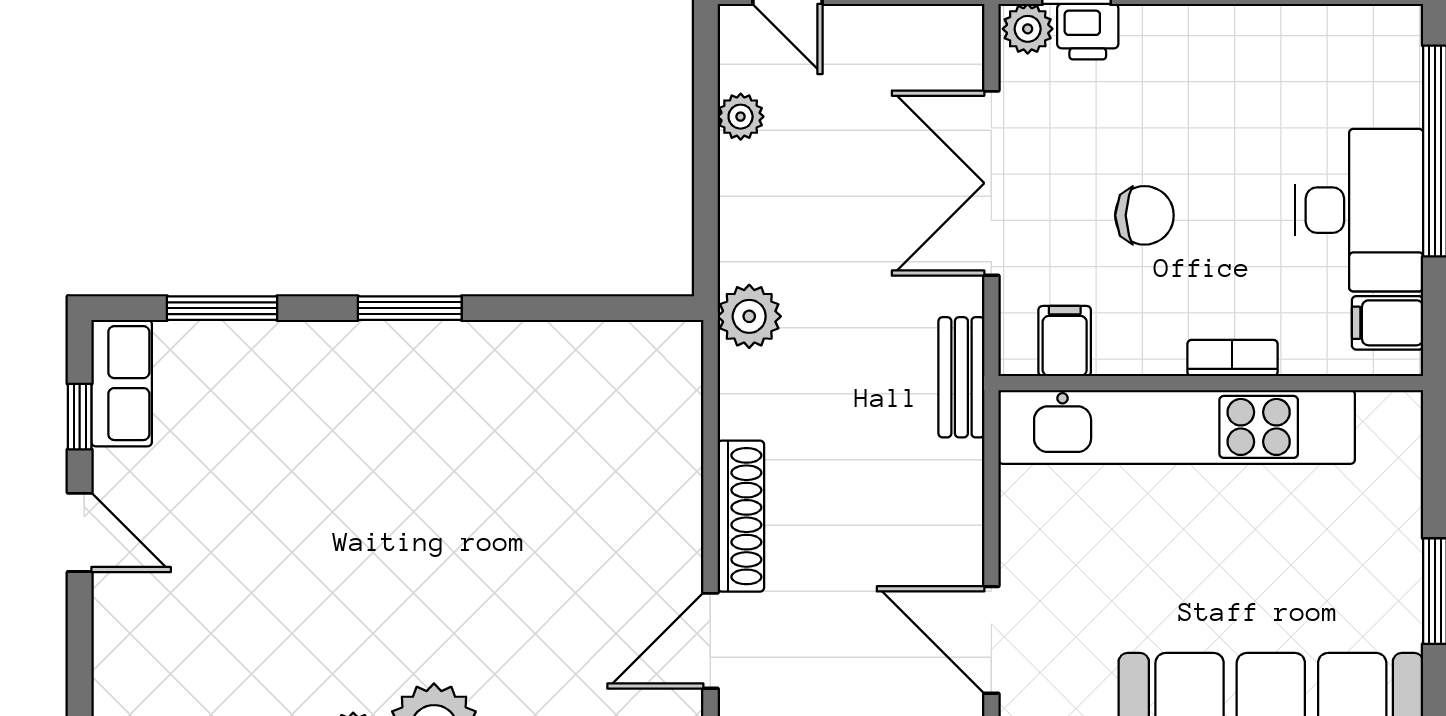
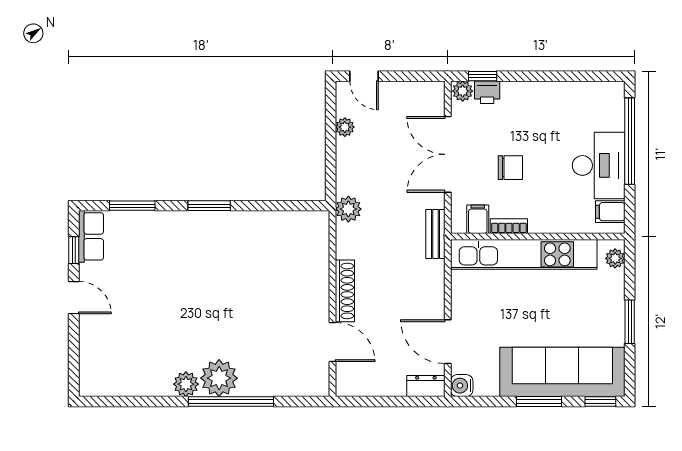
bookcase: (1232, 358) -> (509, 226), moved
plant: (1400, 437) -> (615, 258), added
door: (710, 641) -> (332, 342), swing flipped

